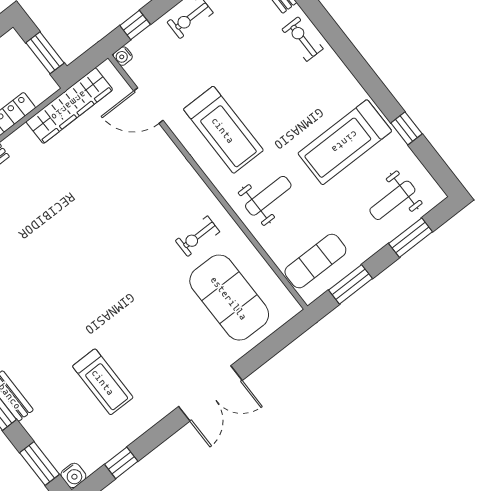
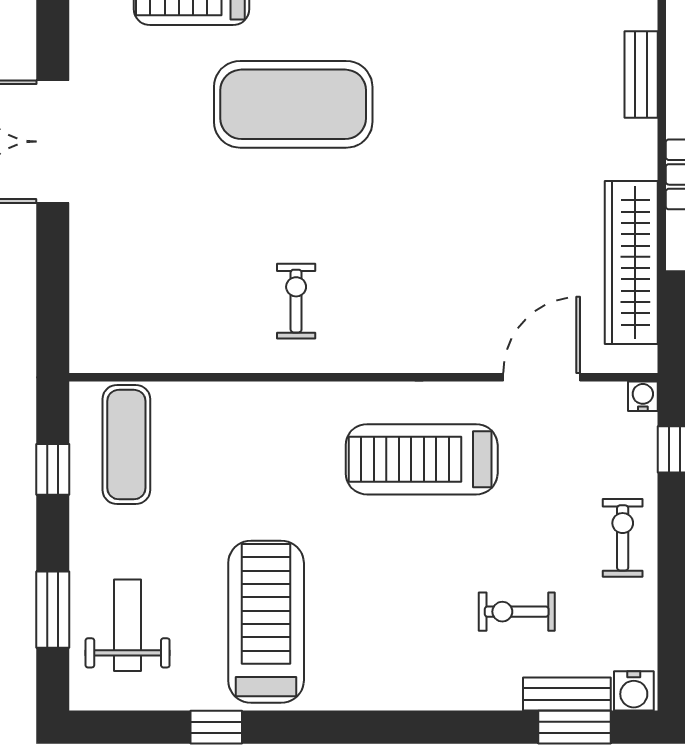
exercise bike: (302, 39) -> (517, 612), moved, turned 180
weight bench: (268, 196) -> (275, 450), removed
window: (351, 284) -> (53, 469), width x0.67
exercise mat: (229, 298) -> (293, 104), moved

